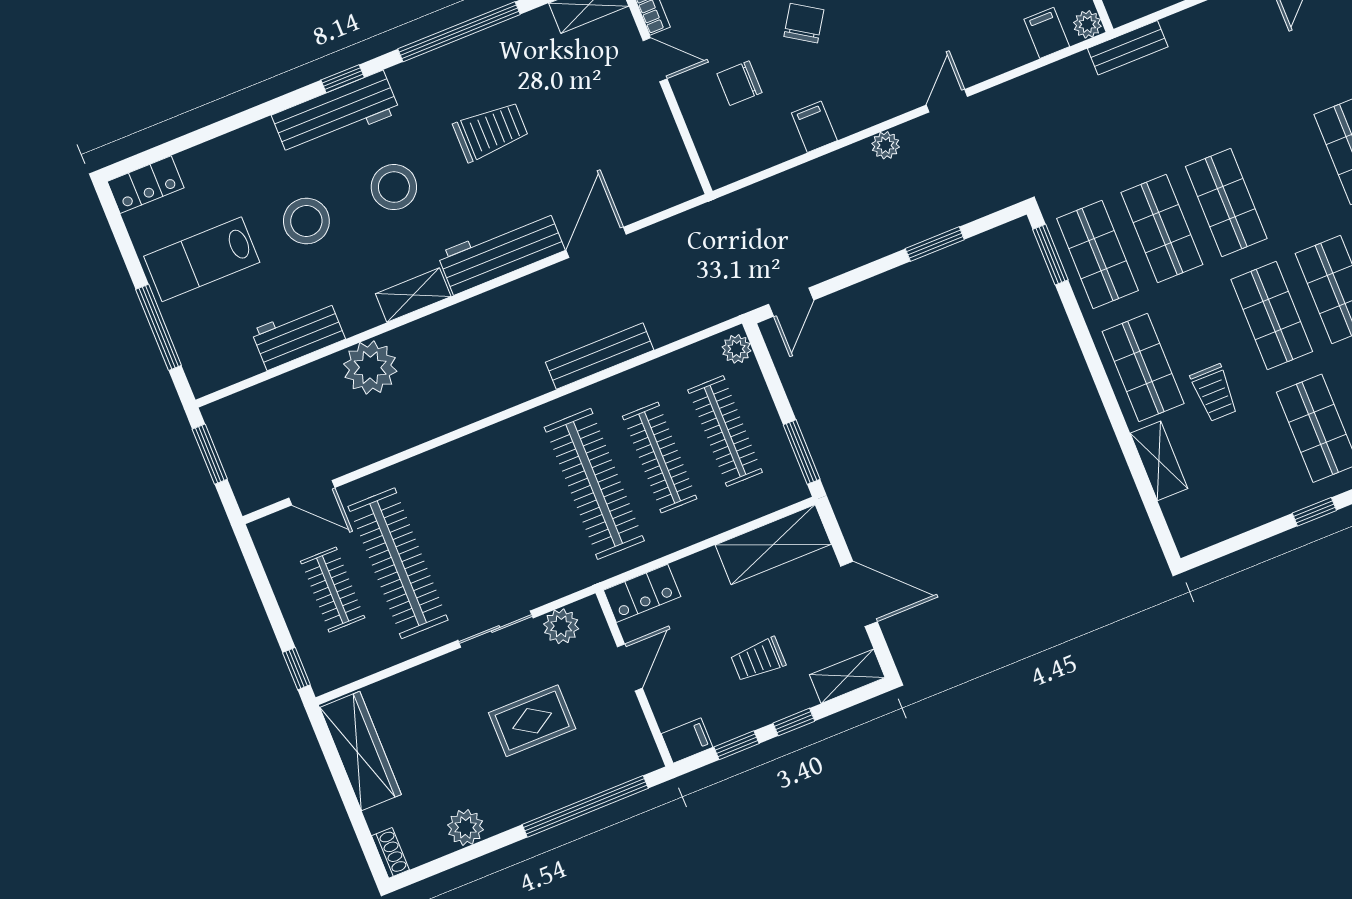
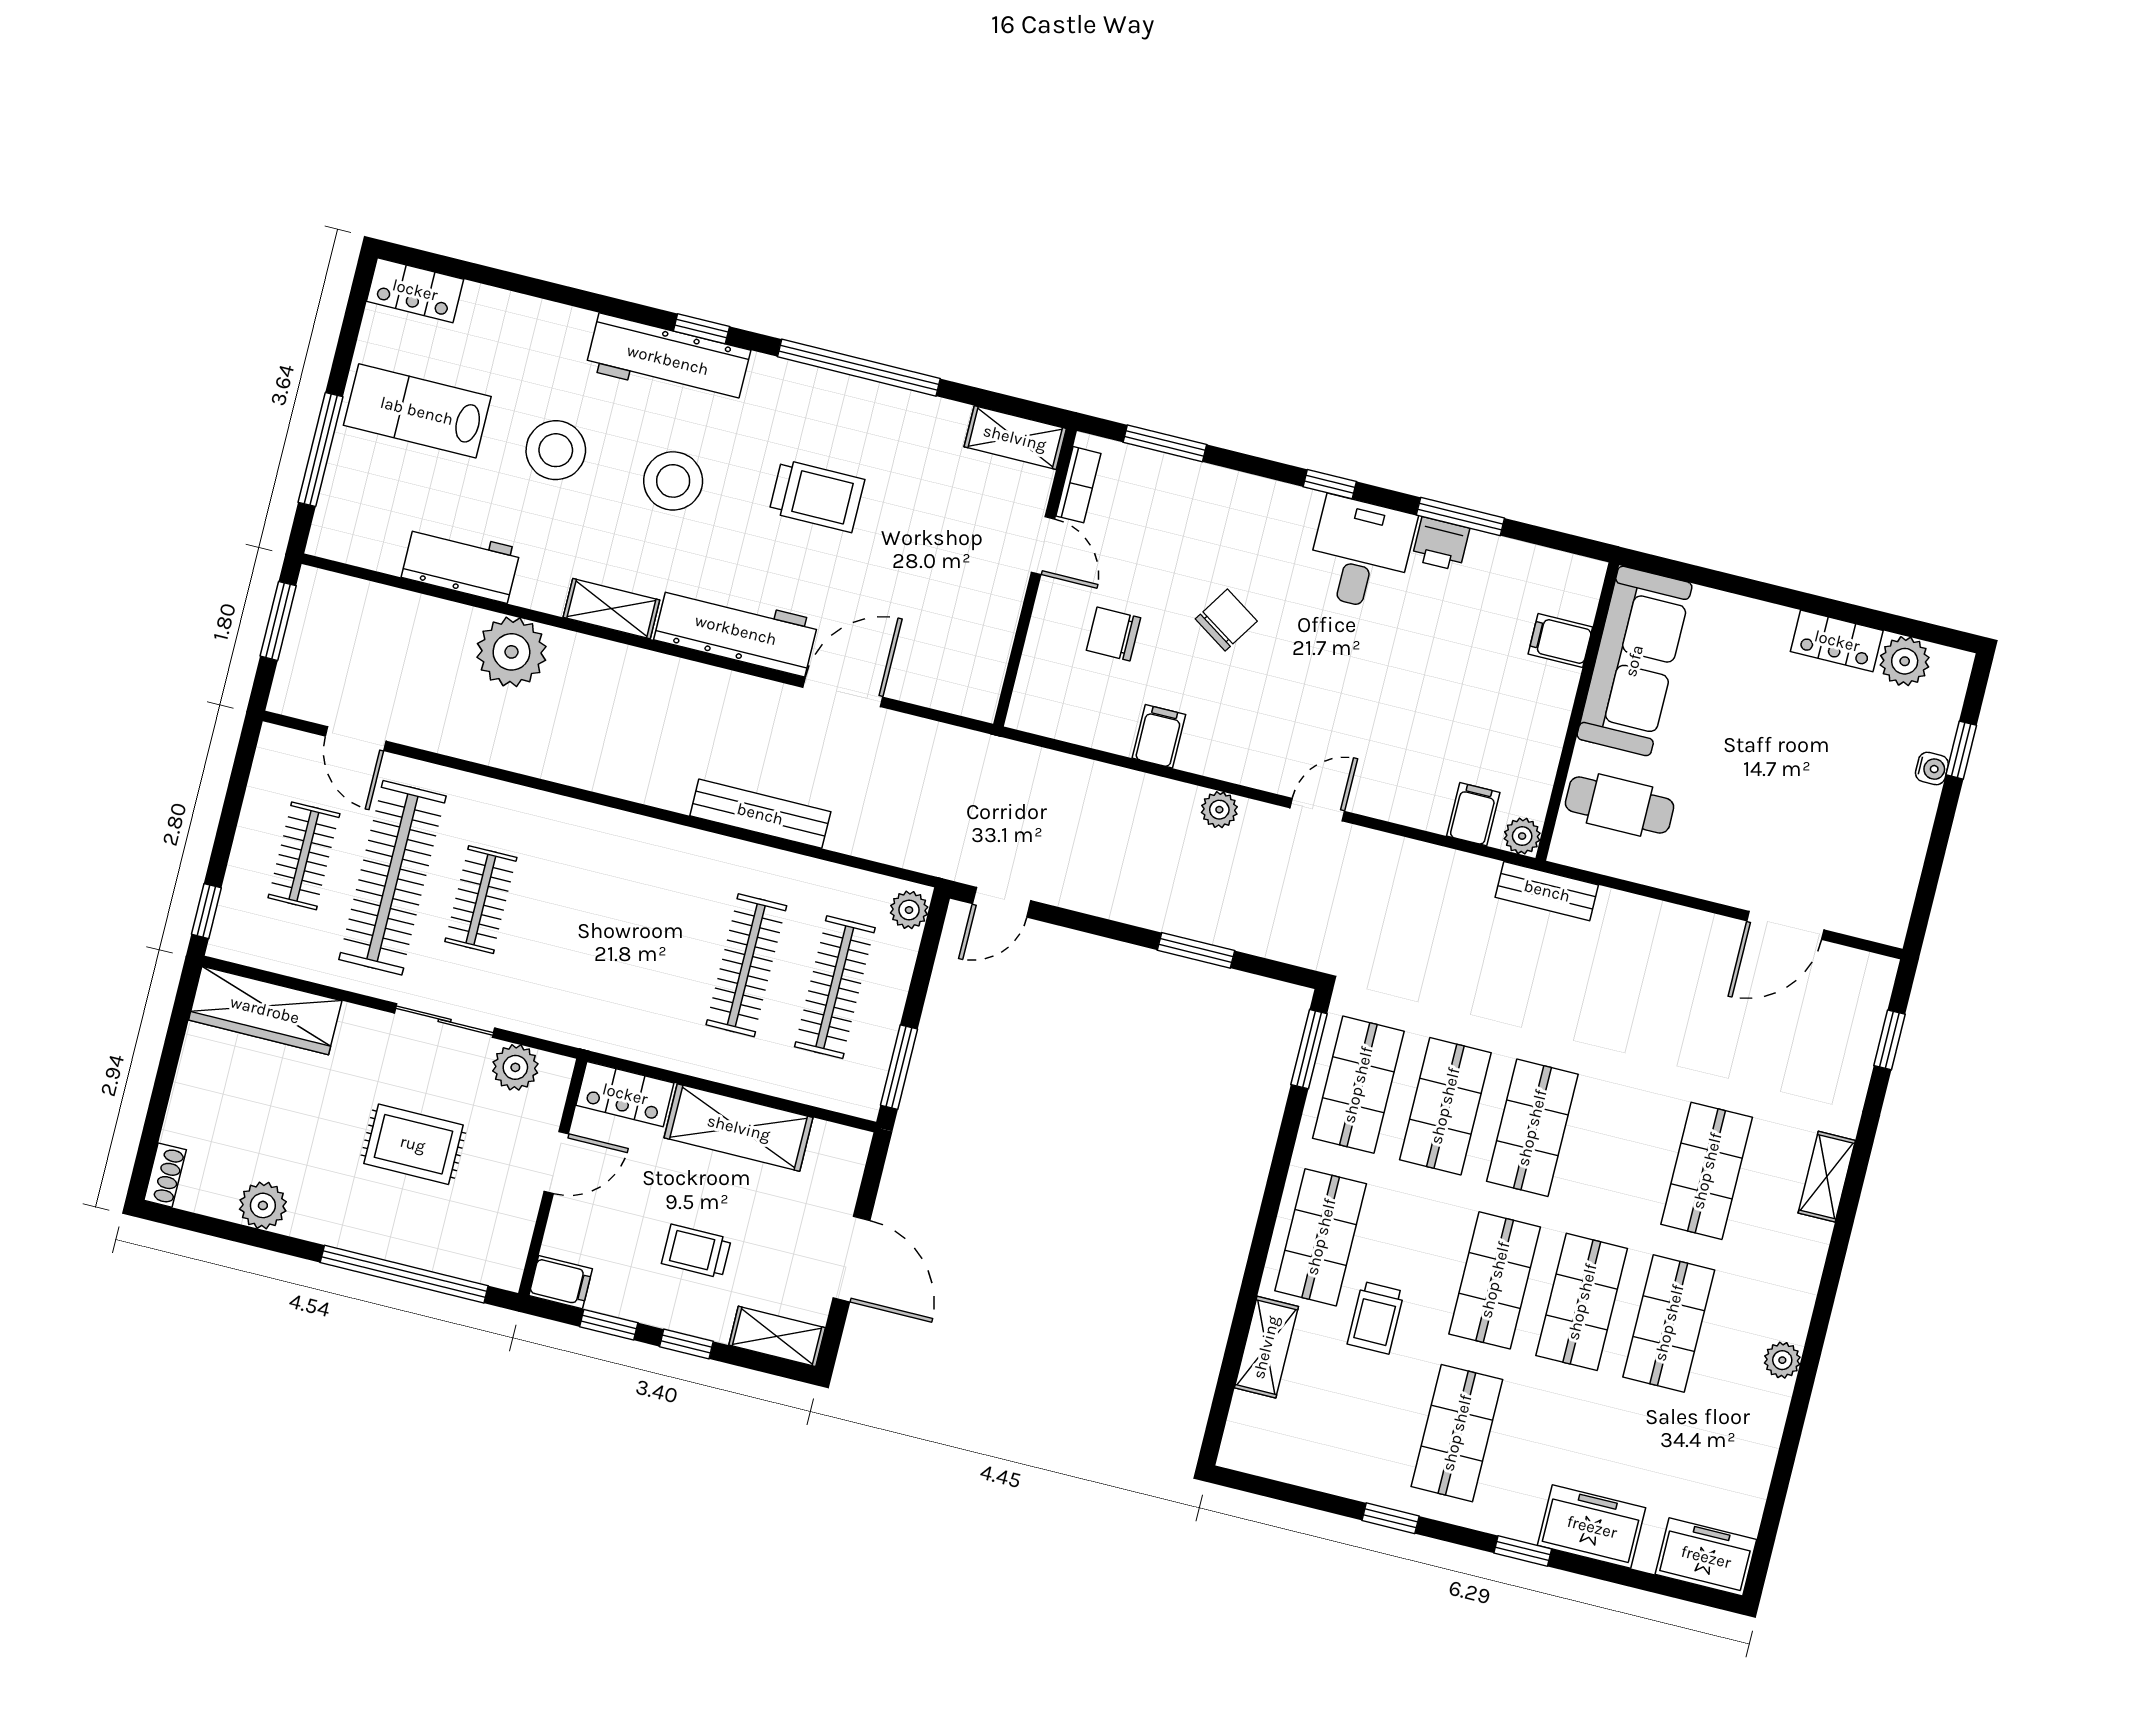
clothes rail: (594, 484) -> (481, 900), moved, width x0.54, depth x0.76
shelving: (773, 545) -> (739, 1128), moved
wardrobe: (361, 751) -> (265, 1010), moved, turned 90

